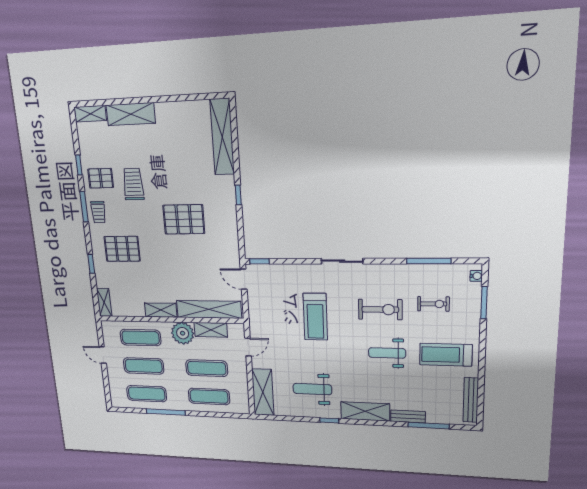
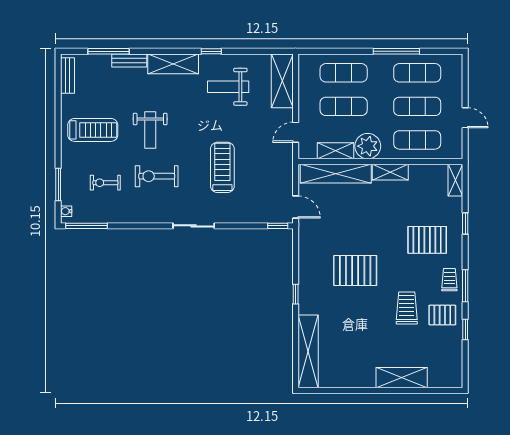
shelving: (90, 114) -> (445, 380), removed
trolley: (133, 184) -> (407, 308), turned 180
window: (429, 261) -> (87, 226), moved
weight bench: (387, 353) -> (150, 130), turned 90
weight bench: (312, 389) -> (228, 87), turned 180
bench: (471, 400) -> (68, 76), width x0.73

